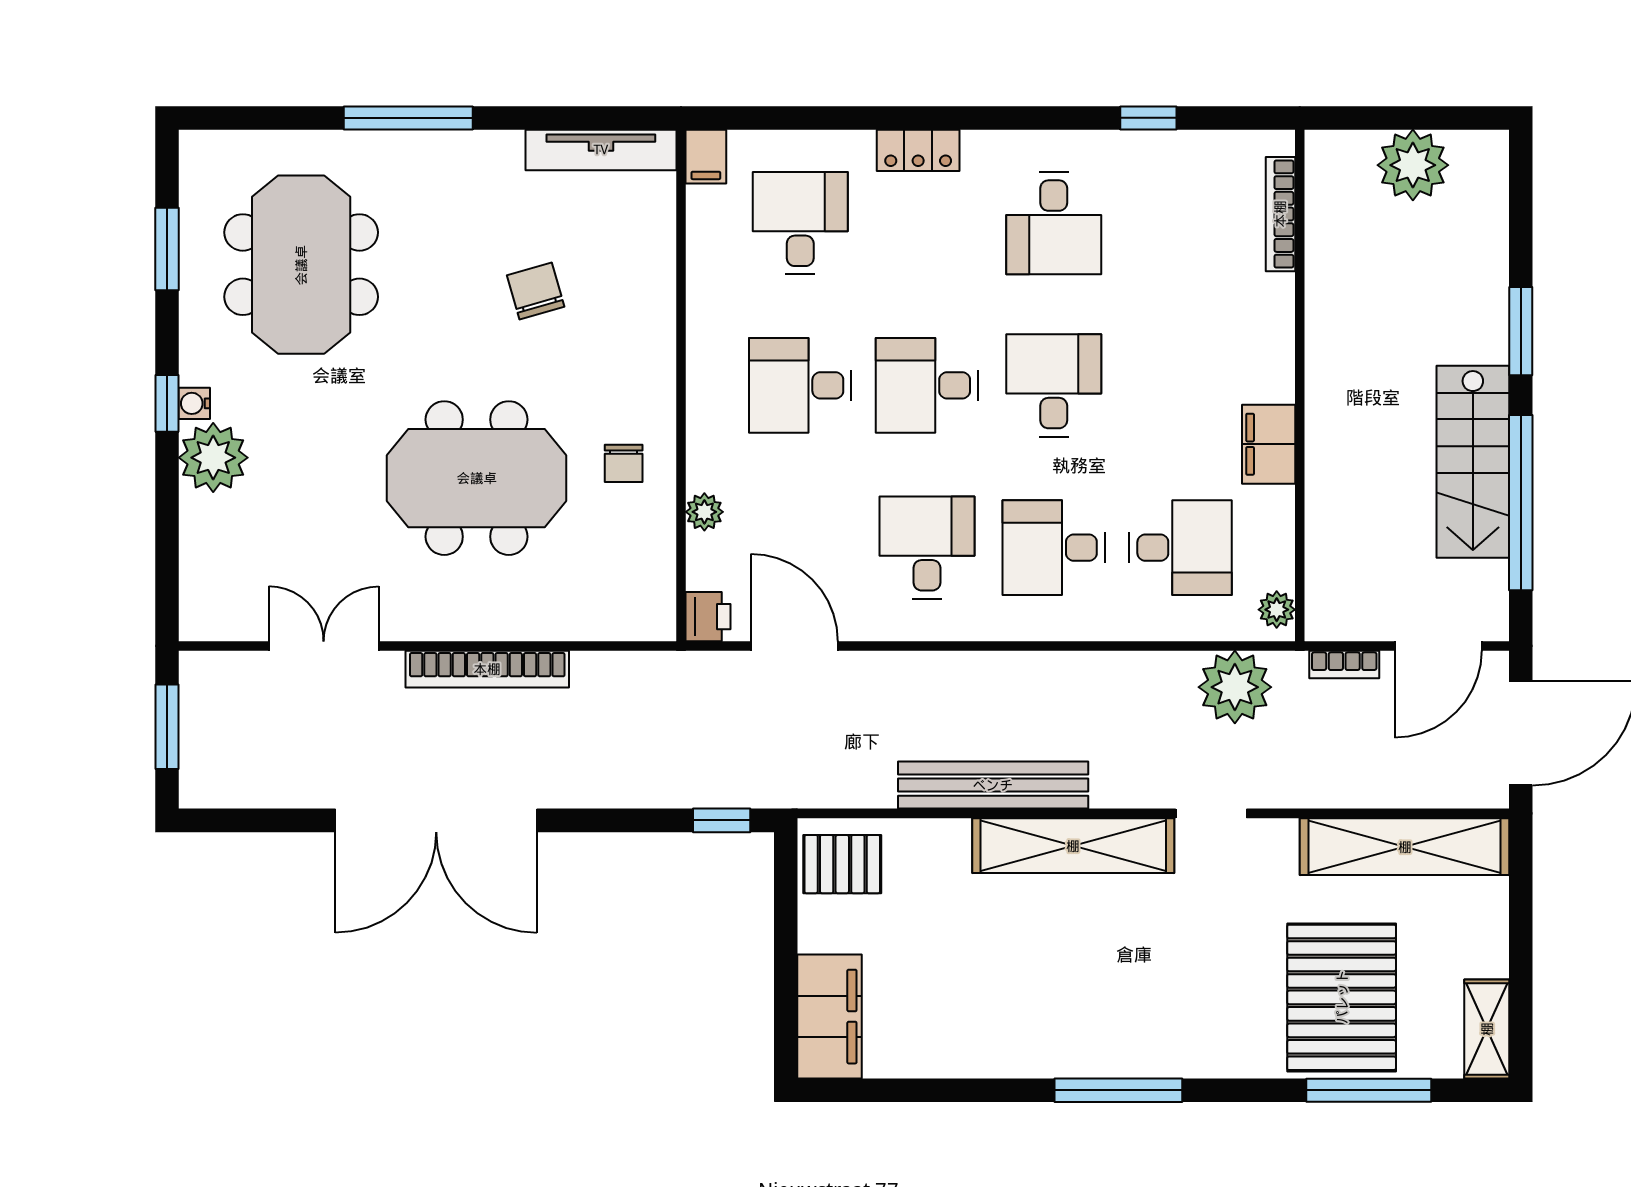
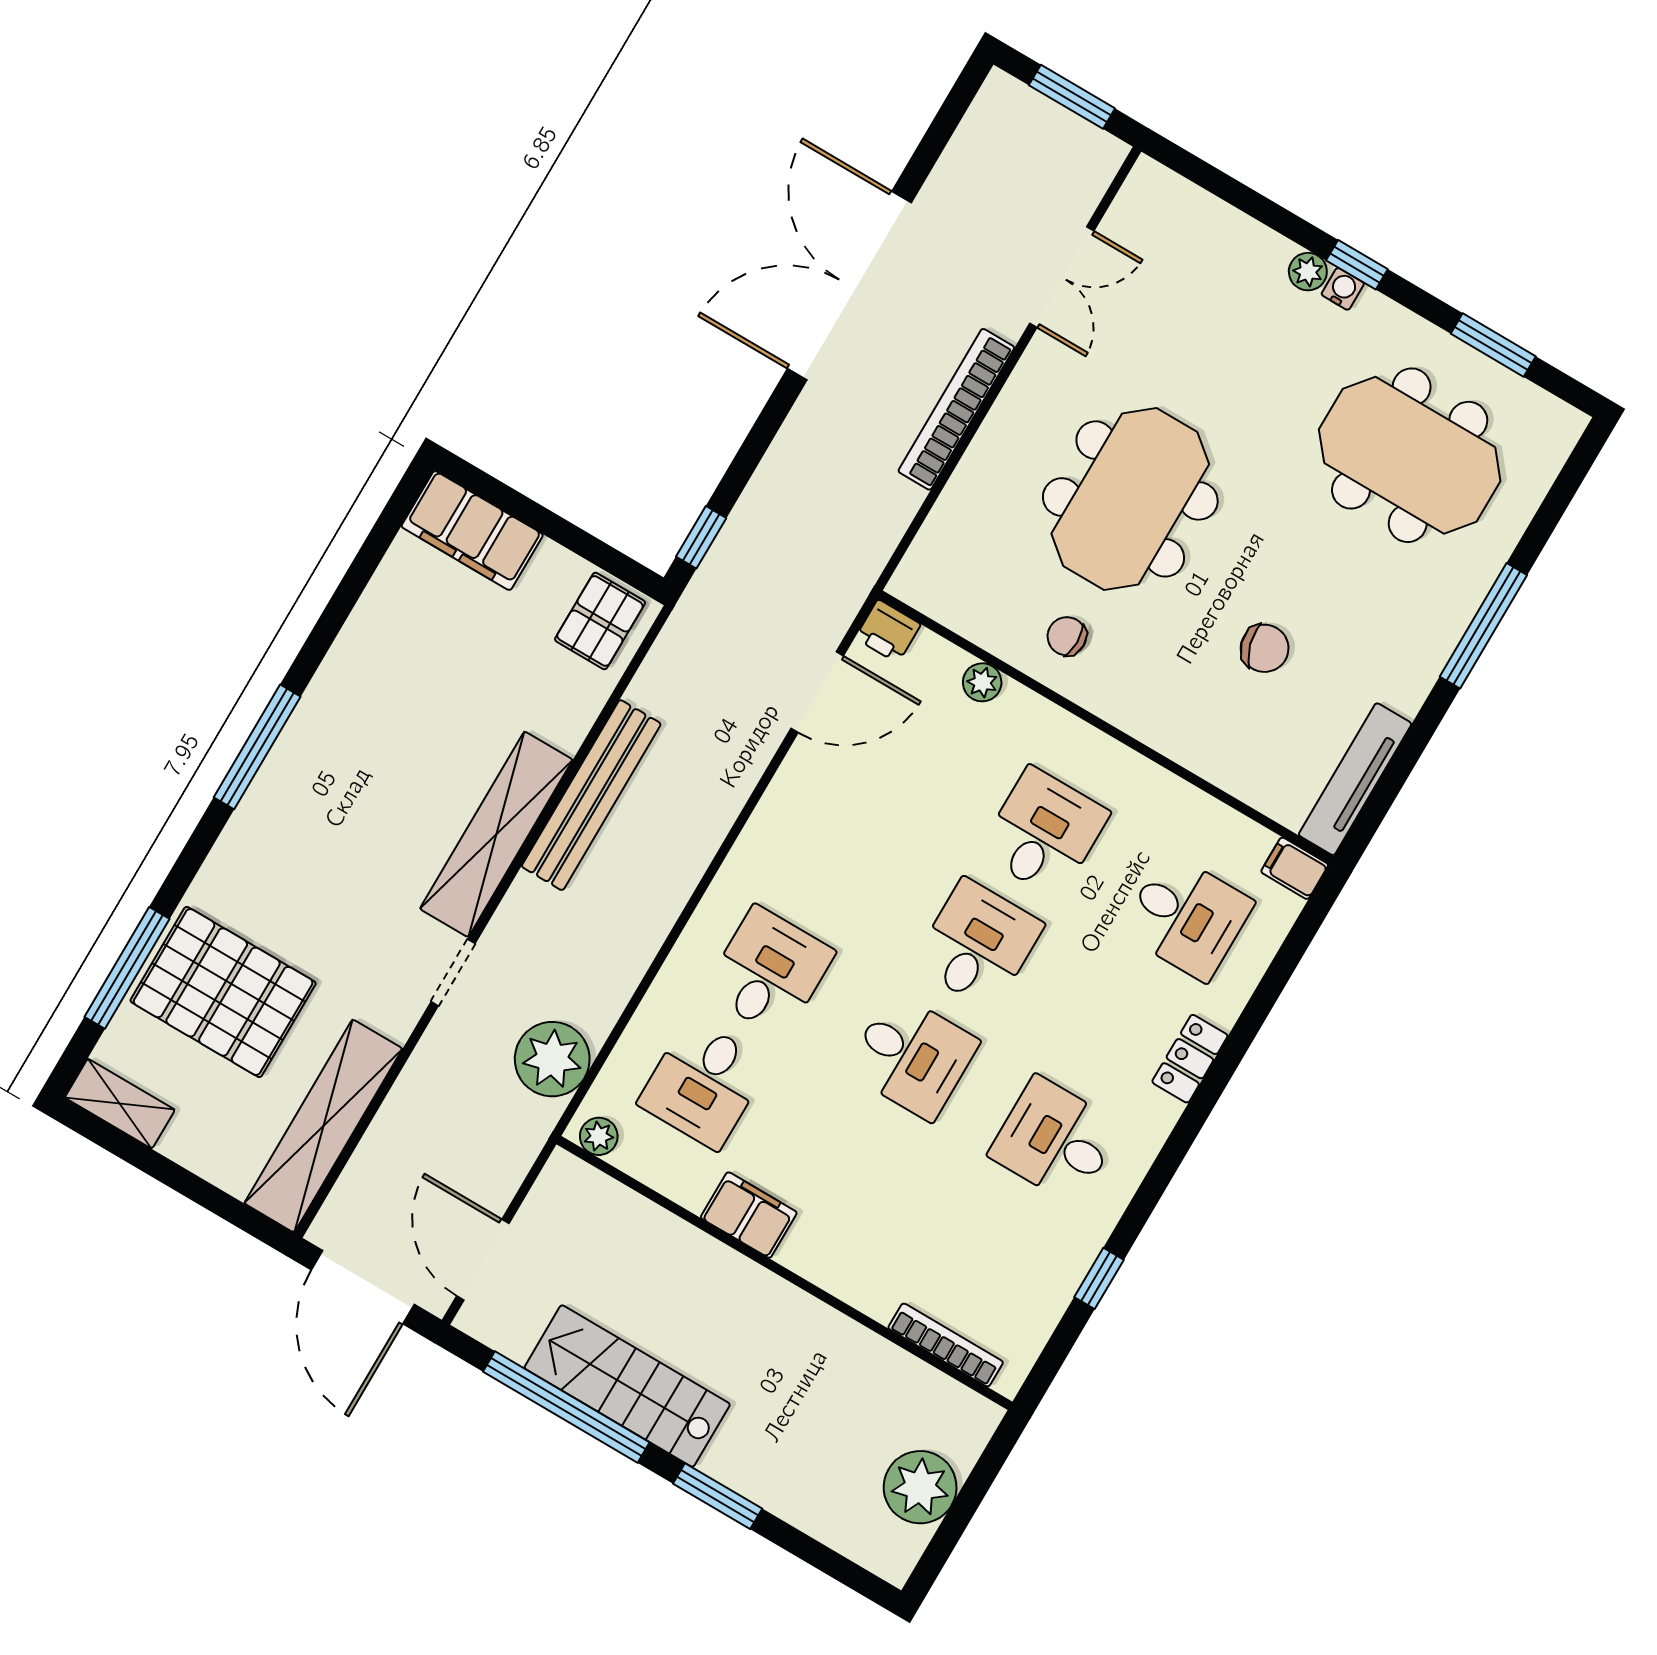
plant: (213, 458) -> (1308, 272), width x0.53, depth x0.53
desk: (927, 548) -> (835, 860), removed
bookcase: (1344, 665) -> (515, 1167), removed

